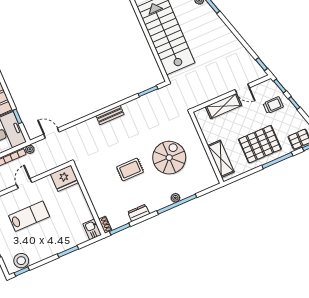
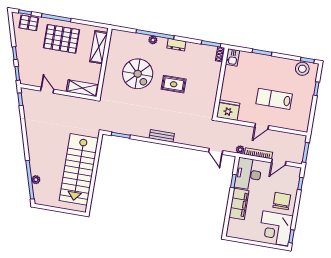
trolley: (273, 105) -> (32, 62), removed
shelving: (224, 106) -> (83, 88), moved
spiral stairs: (169, 158) -> (138, 74), turned -90
dresser: (139, 213) -> (176, 45), moved

